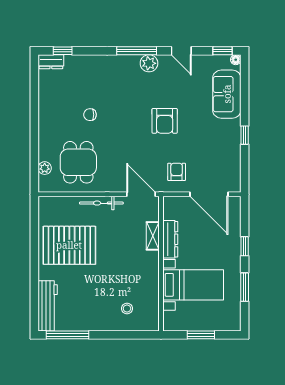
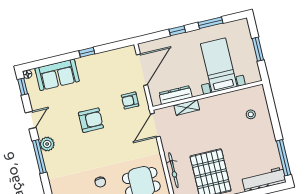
bicycle: (101, 203) -> (173, 170), moved
dresser: (170, 239) -> (176, 95), moved

